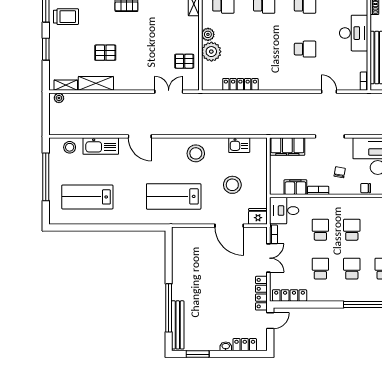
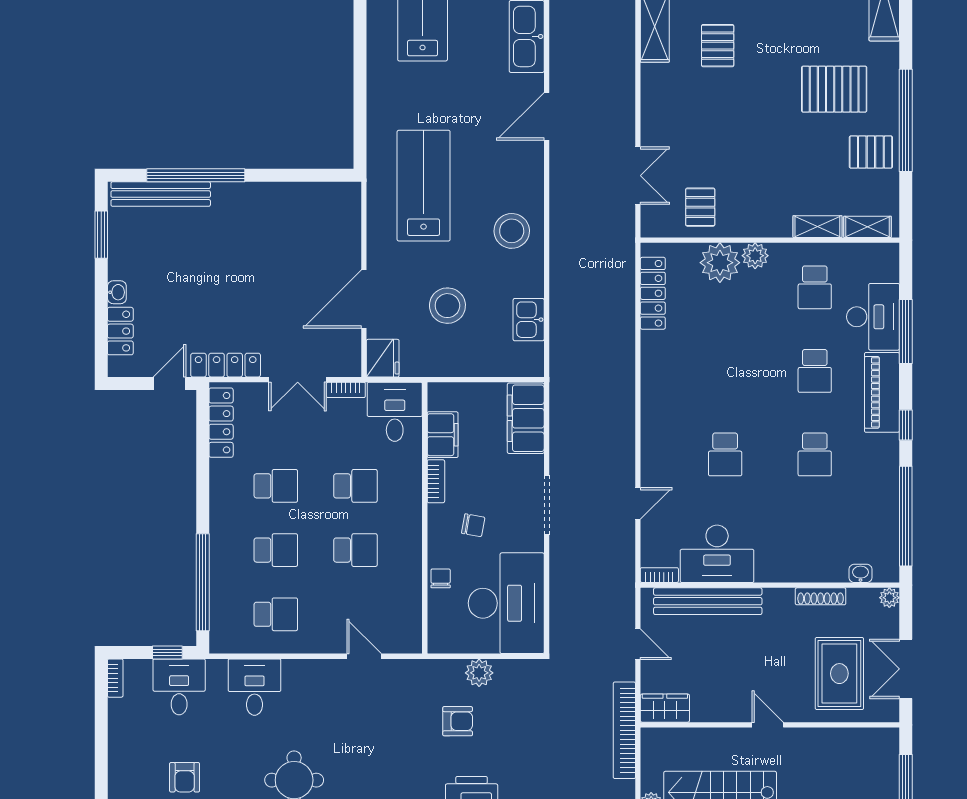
desk: (354, 33) -> (717, 554), moved
locker: (240, 84) -> (653, 293), moved
door: (270, 321) -> (169, 383), swing flipped

